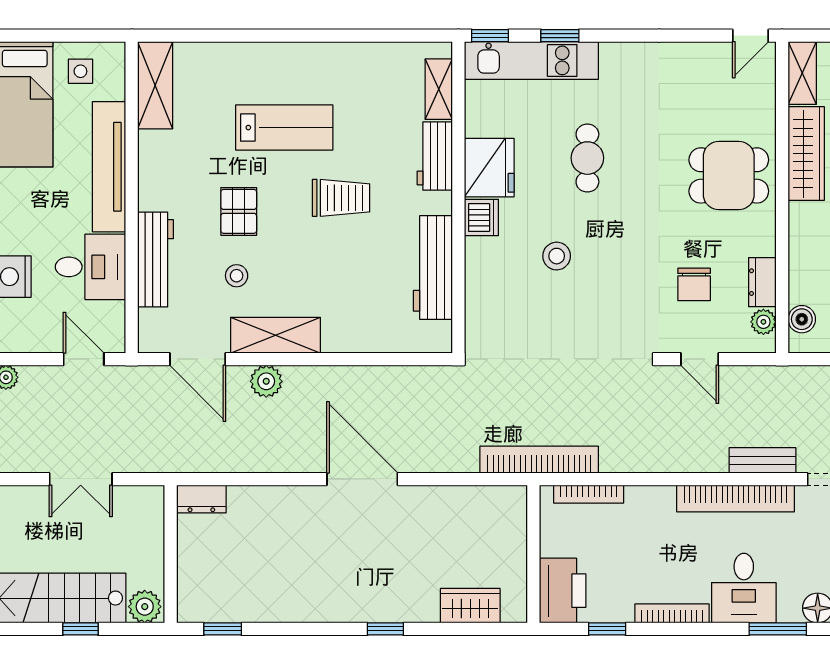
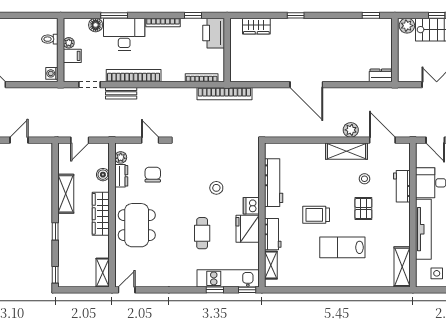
wardrobe: (806, 154) -> (101, 214), moved
dining table: (729, 175) -> (137, 225), width x1.37
workbench: (156, 260) -> (402, 186), width x0.73
boiler: (802, 319) -> (103, 175), moved
desk: (744, 588) -> (124, 34), width x1.37

